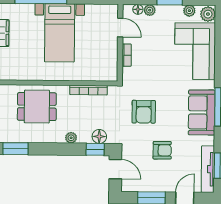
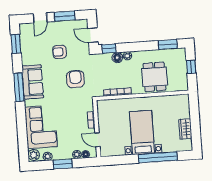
dining table: (37, 107) -> (154, 77), turned 90
floor lamp: (99, 137) -> (117, 58), moved
tv unit: (208, 169) -> (25, 41), removed

